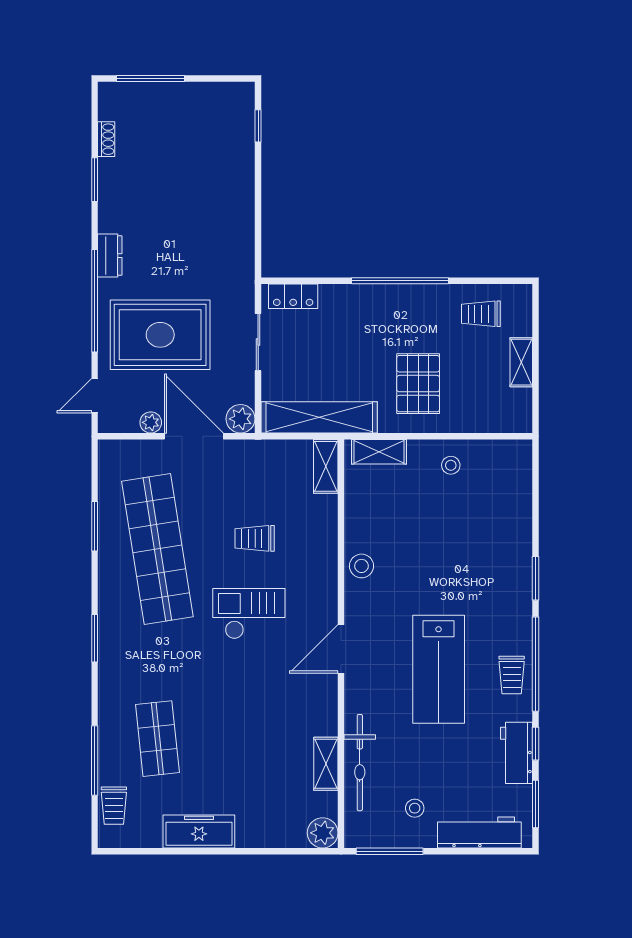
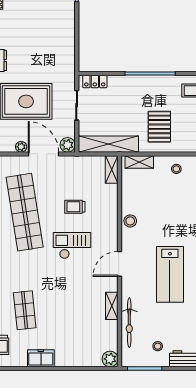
shelving: (326, 764) -> (112, 306), moved
freezer: (199, 831) -> (41, 358), width x0.71

